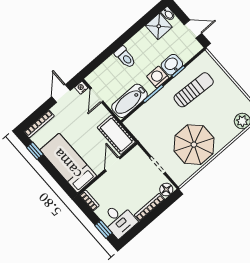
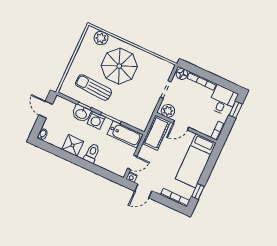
shower: (159, 26) -> (73, 145), moved
parasol: (194, 145) -> (119, 66), moved
plant: (134, 157) -> (168, 111), added

